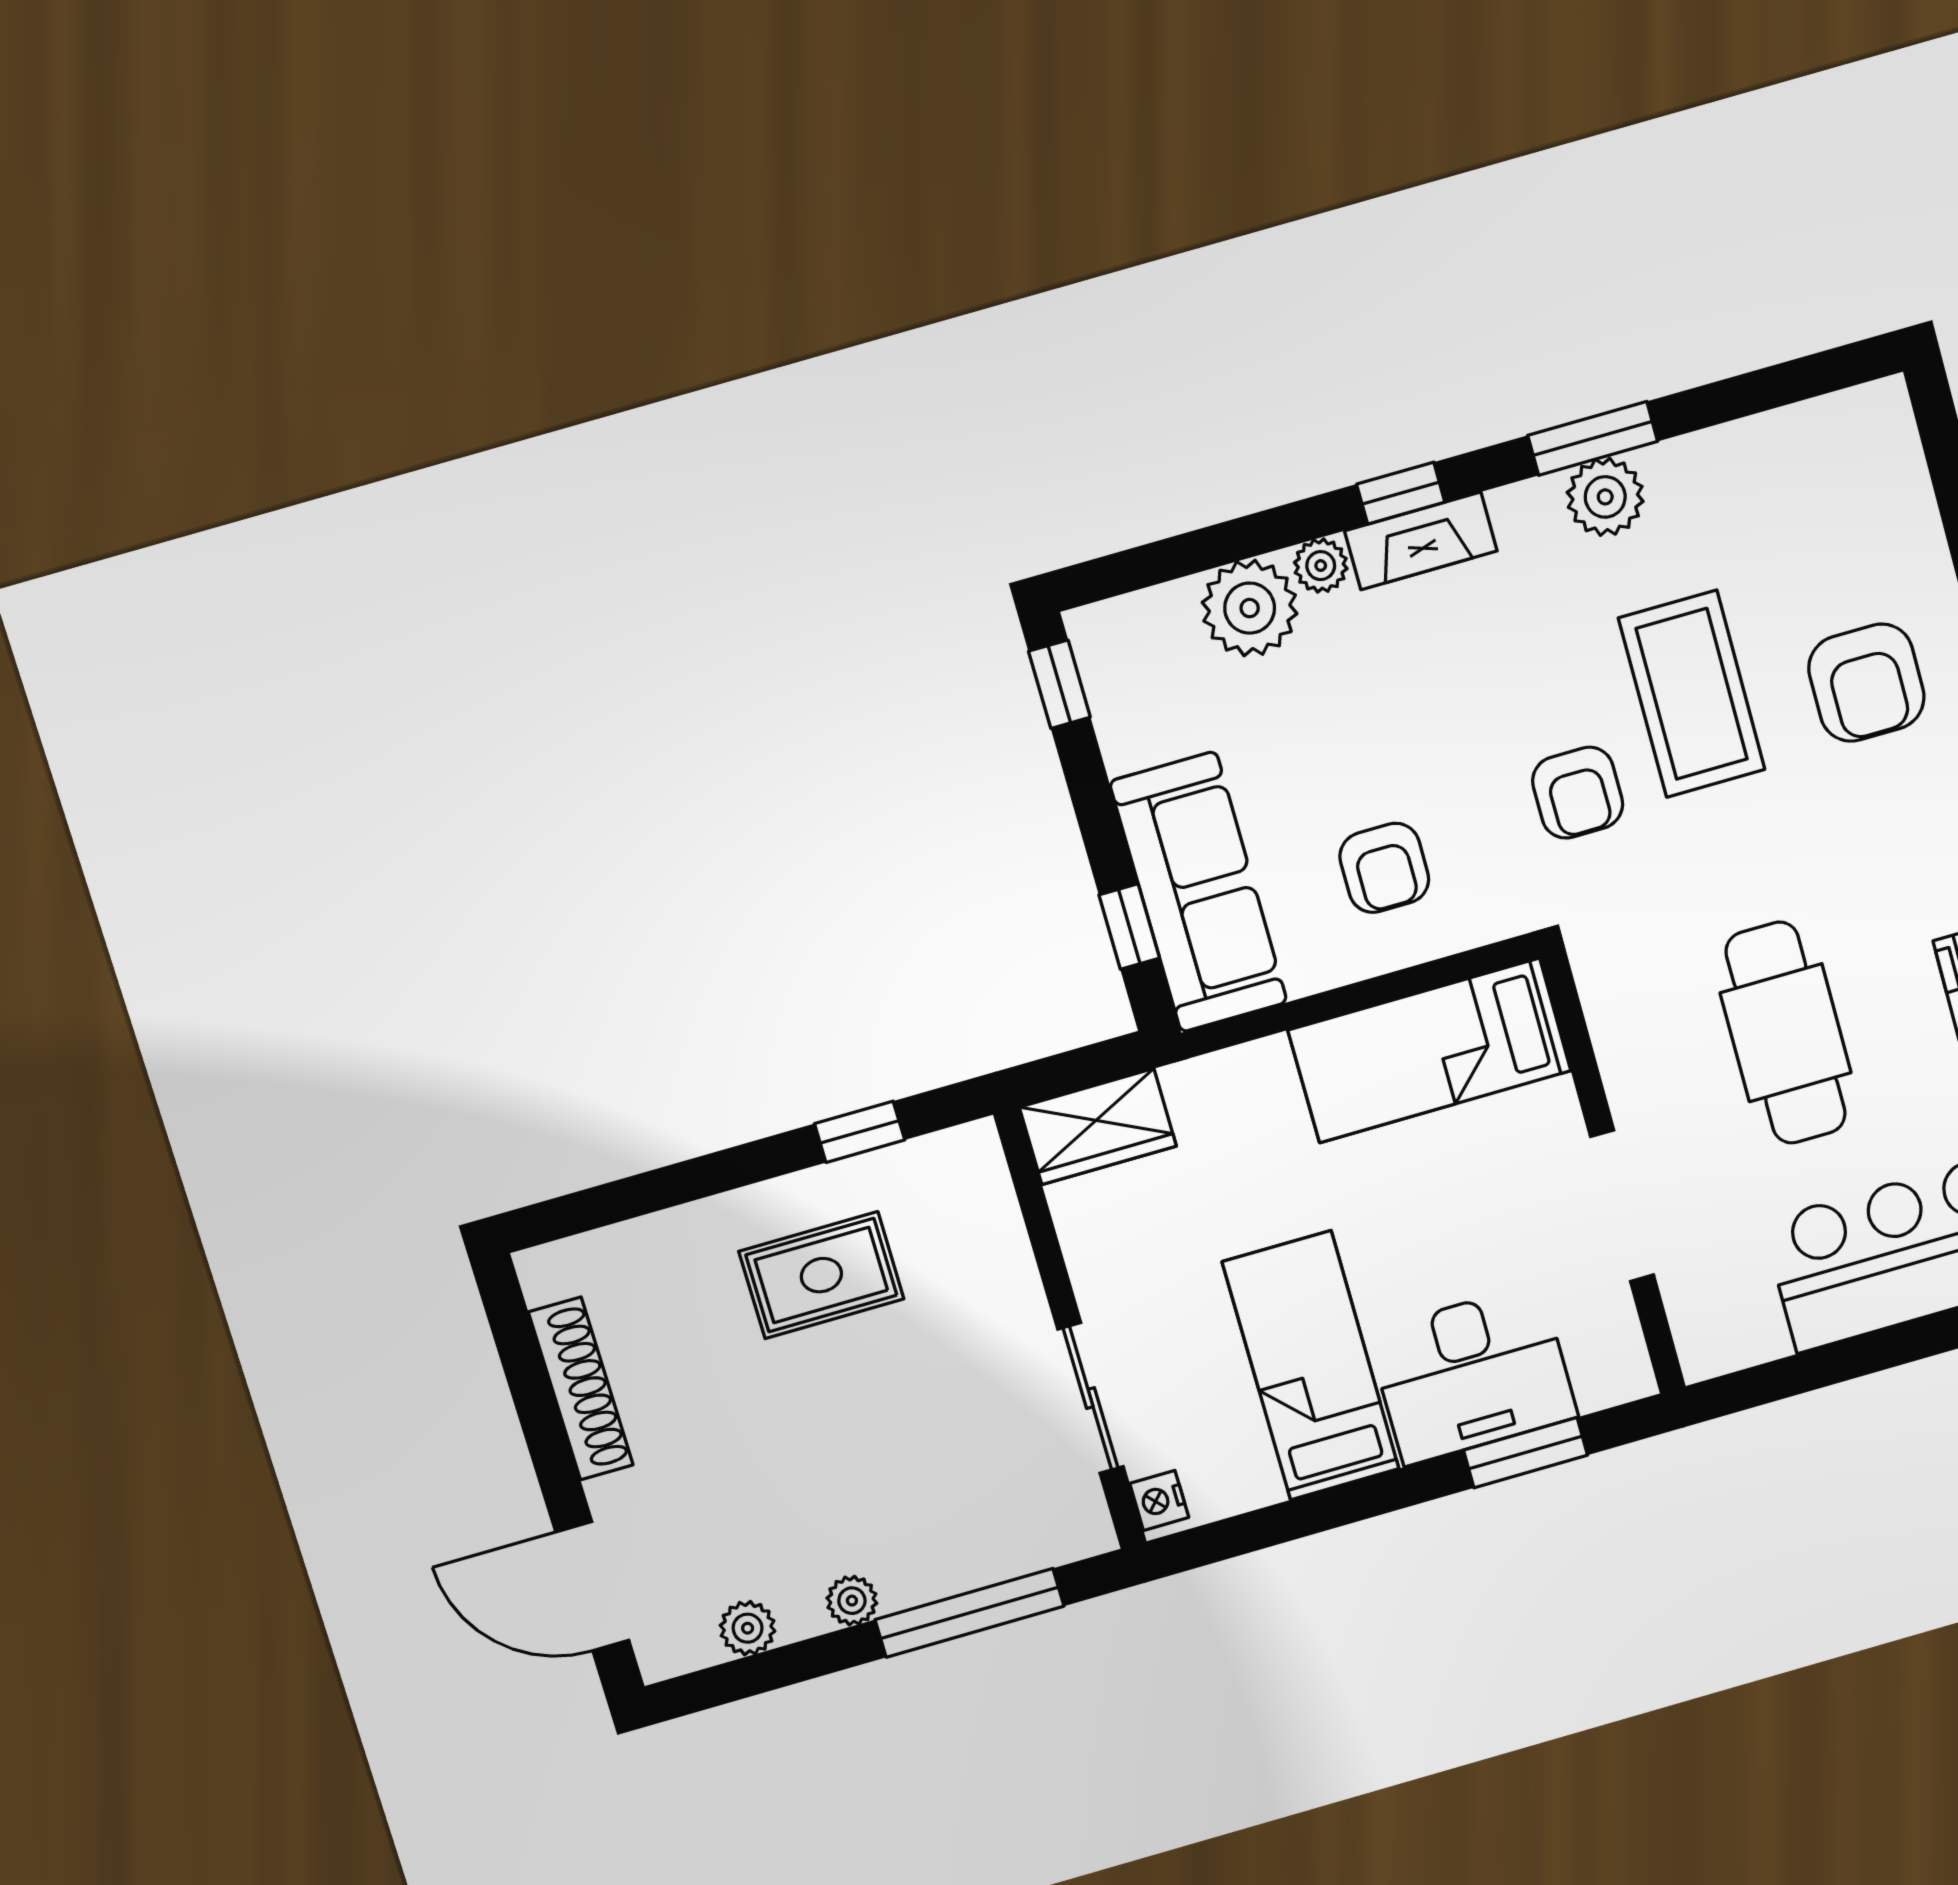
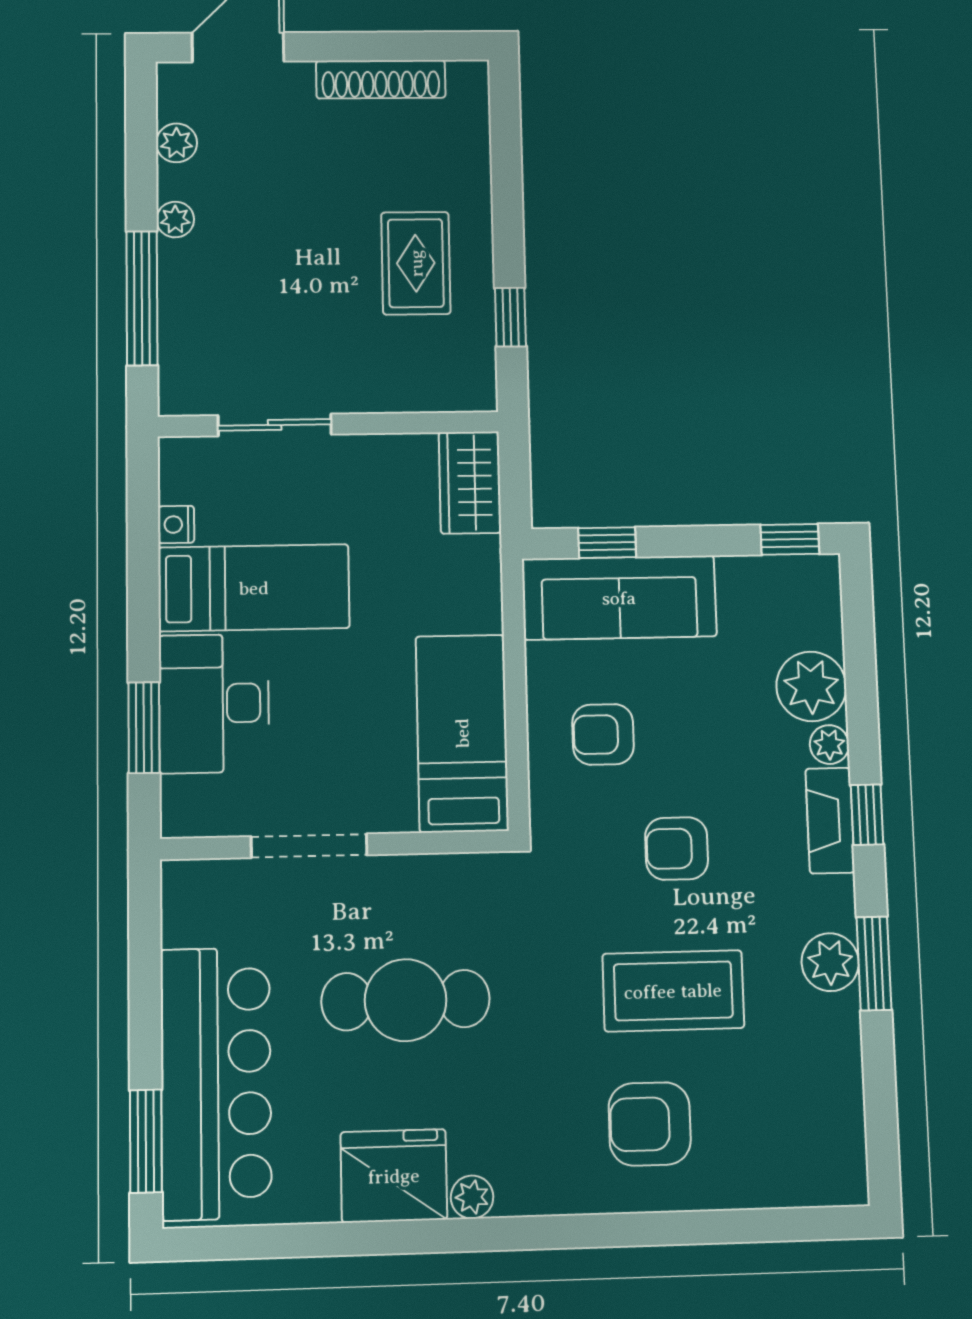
armchair: (1578, 793) -> (677, 849), moved
nightstand: (1159, 1500) -> (176, 524), moved, turned -90

